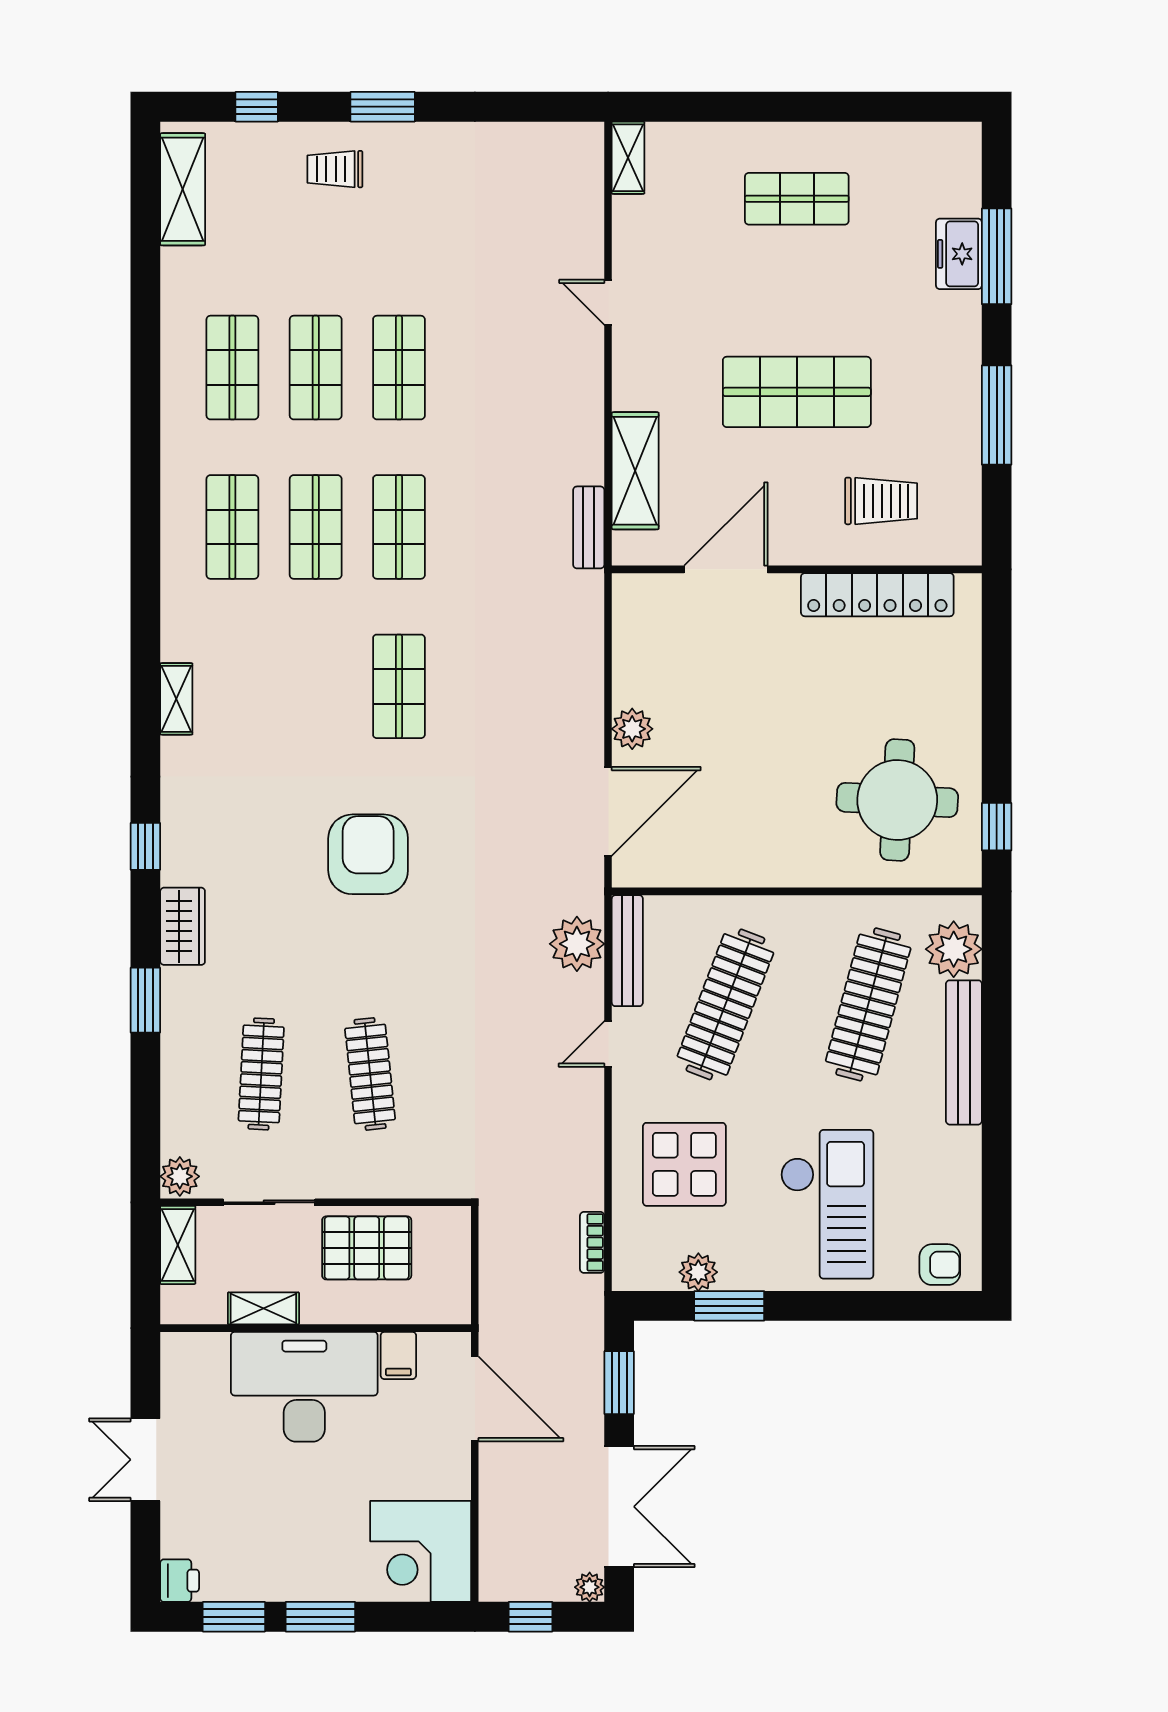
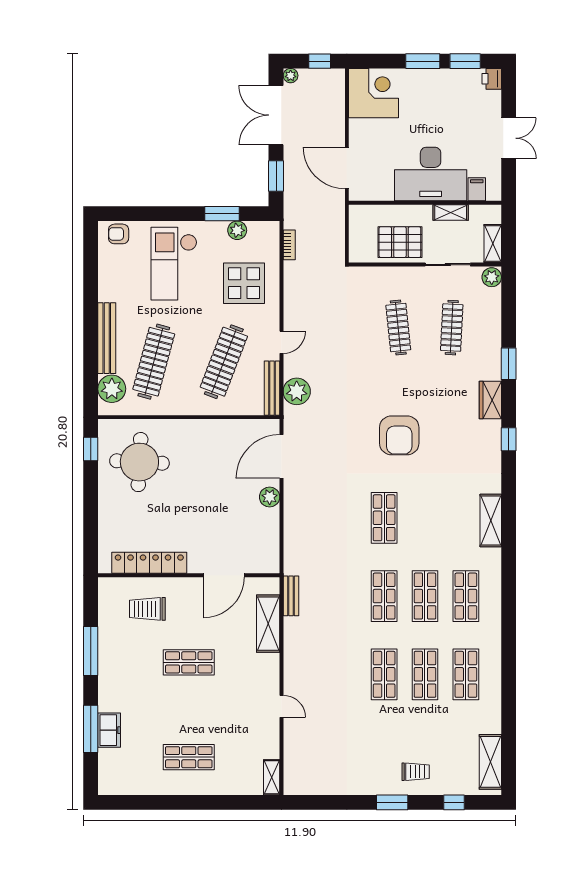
shop shelf: (797, 392) -> (189, 662), width x0.70, depth x0.74
shelving: (176, 699) -> (491, 520), width x1.50, depth x1.33
filing cabinet: (398, 1355) -> (477, 189), moved

